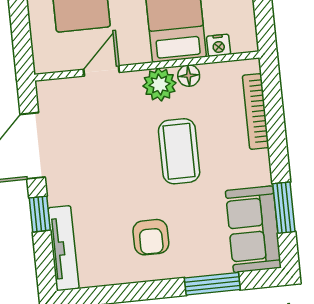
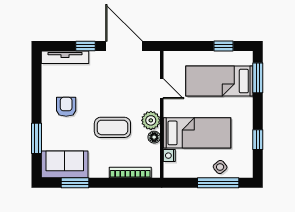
armchair: (151, 237) -> (66, 107), turned 90

